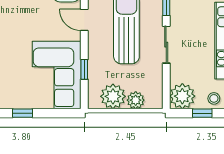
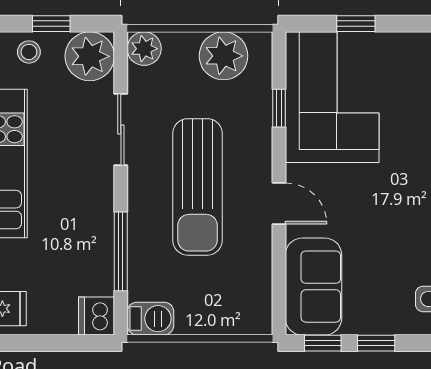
sliding door: (166, 45) -> (121, 129), moved
plant: (136, 100) -> (144, 49), moved
window: (22, 113) -> (356, 24), moved

